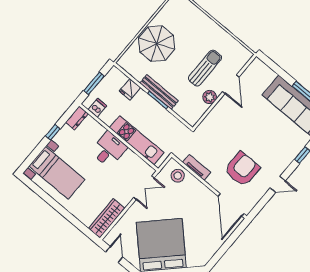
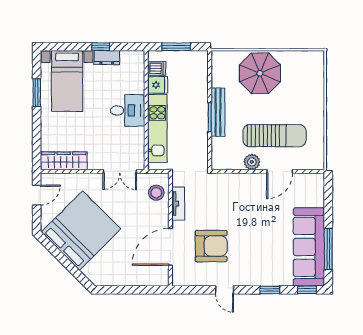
sun lounger: (205, 68) -> (275, 136), width x1.36, depth x1.34
fridge: (130, 89) -> (158, 85), moved, turned 180
dresser: (77, 118) -> (107, 58), moved
window: (48, 199) -> (37, 93), added
door: (231, 205) -> (170, 247), moved

